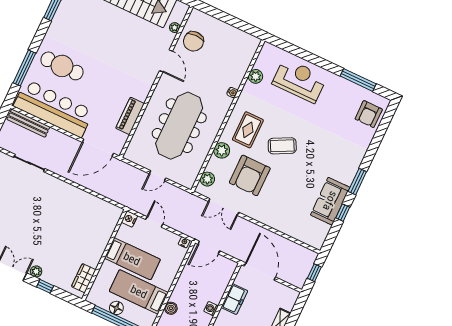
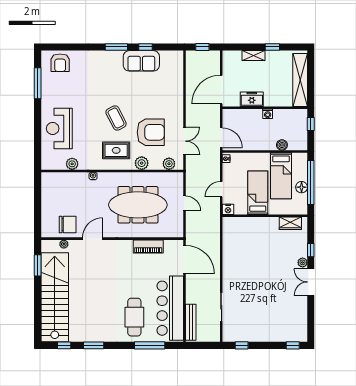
armchair: (369, 114) -> (60, 63), turned 90

